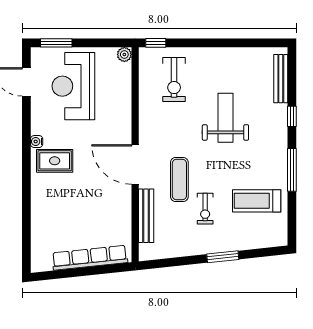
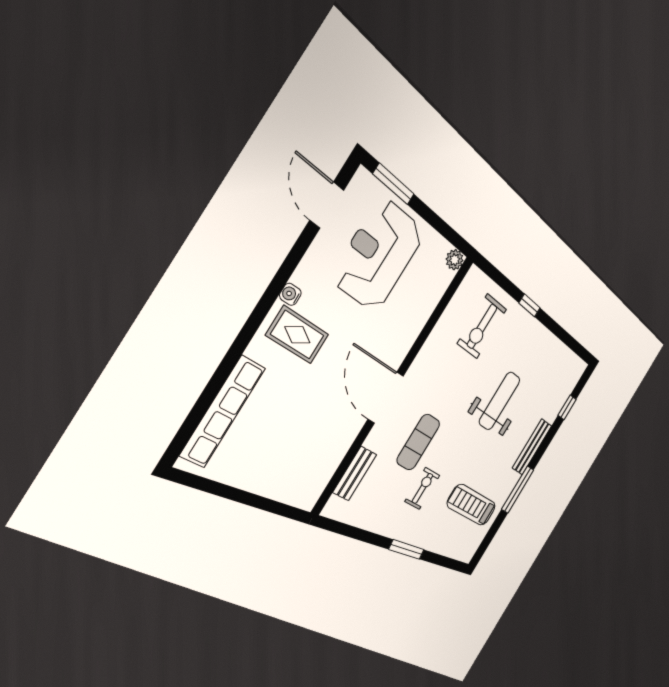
window: (156, 43) -> (529, 305), moved
bench: (281, 79) -> (532, 447), moved
window: (292, 116) -> (567, 407), moved
exercise bike: (205, 209) -> (422, 488), turned 180
bench: (146, 216) -> (355, 473), width x0.73
row of seats: (90, 258) -> (223, 412), moved, turned 96

